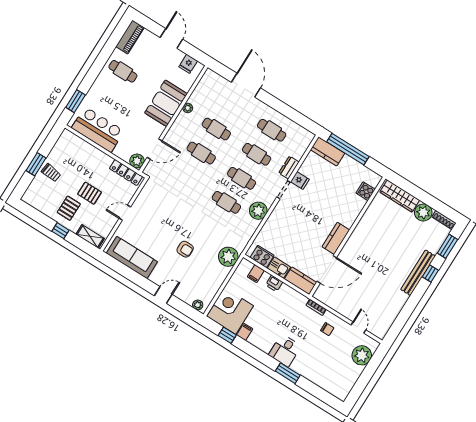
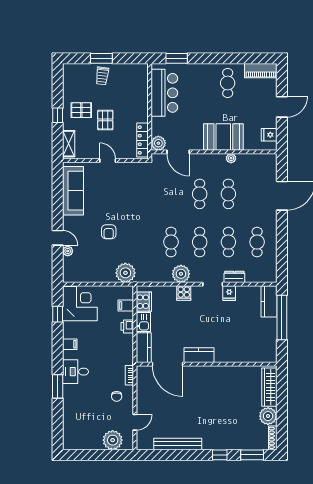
cooker: (366, 191) -> (184, 293), moved, turned 180
bench: (418, 273) -> (178, 444), moved
plant: (198, 305) -> (68, 251), moved
filing cabinet: (245, 332) -> (70, 344), moved

